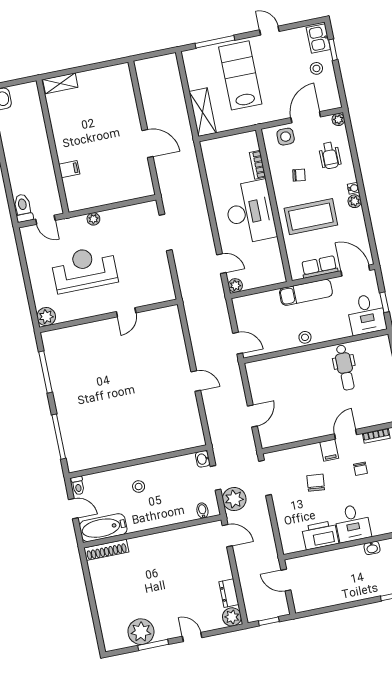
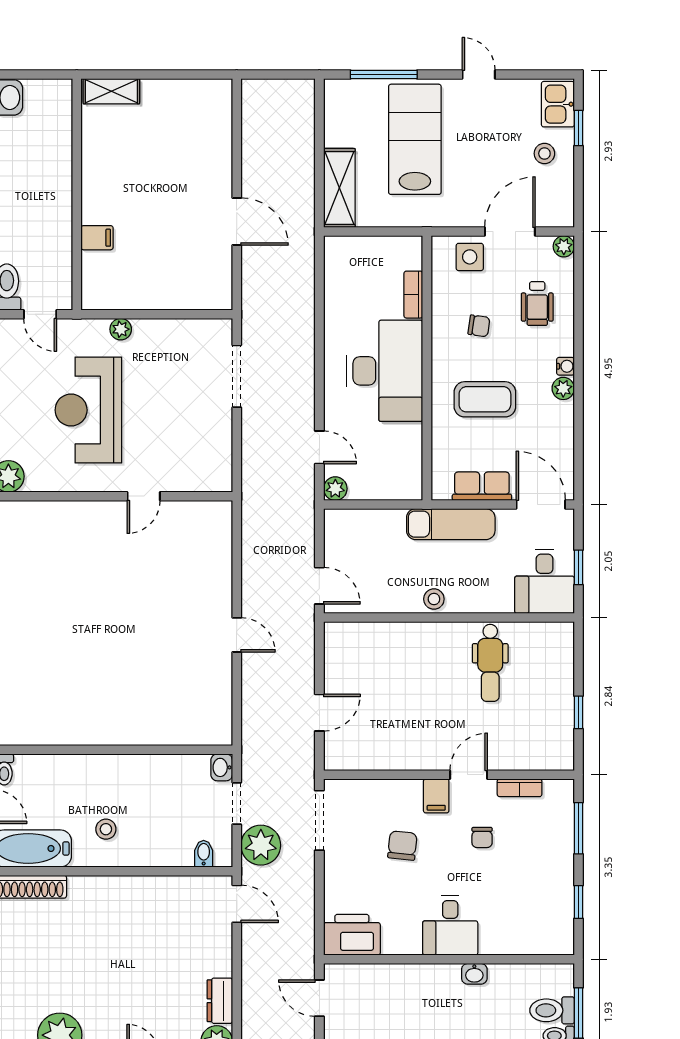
coffee table: (311, 217) -> (485, 399), width x0.73, depth x0.76
reception desk: (84, 269) -> (88, 410), turned -90
stool: (139, 487) -> (106, 829), moved
printer: (320, 535) -> (352, 935), moved

